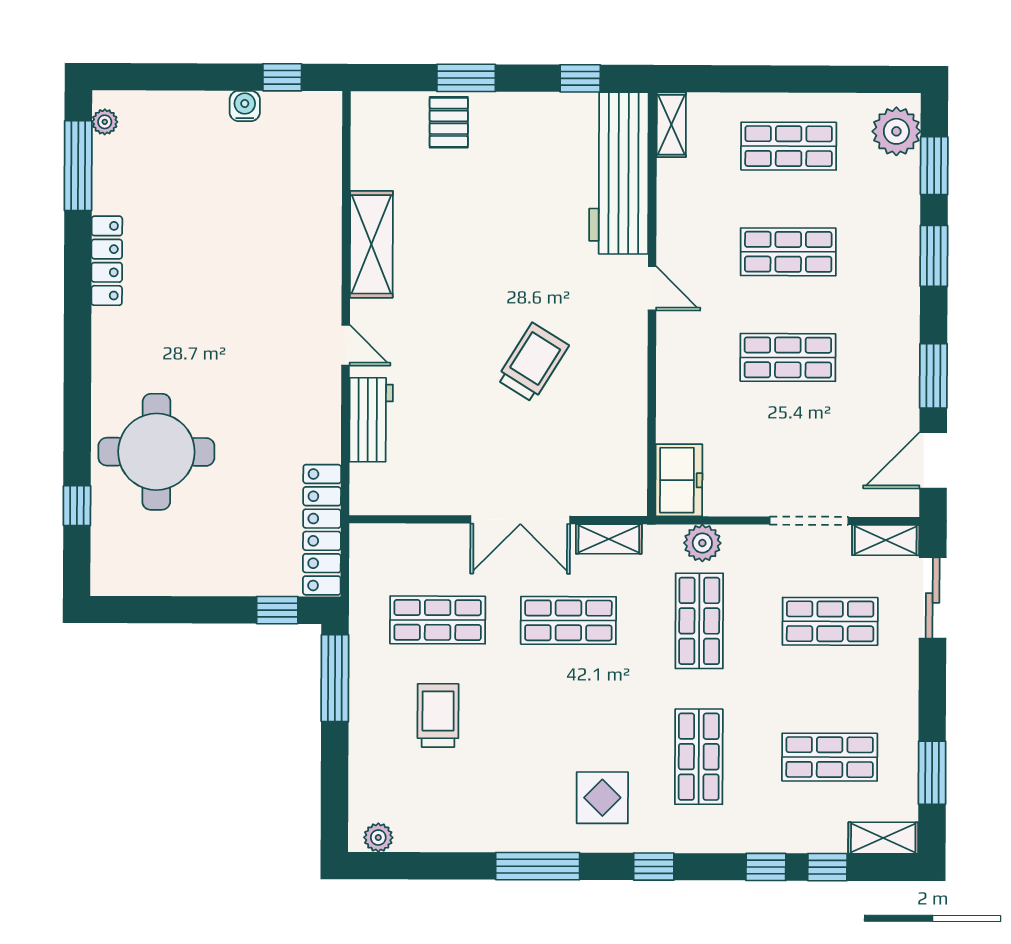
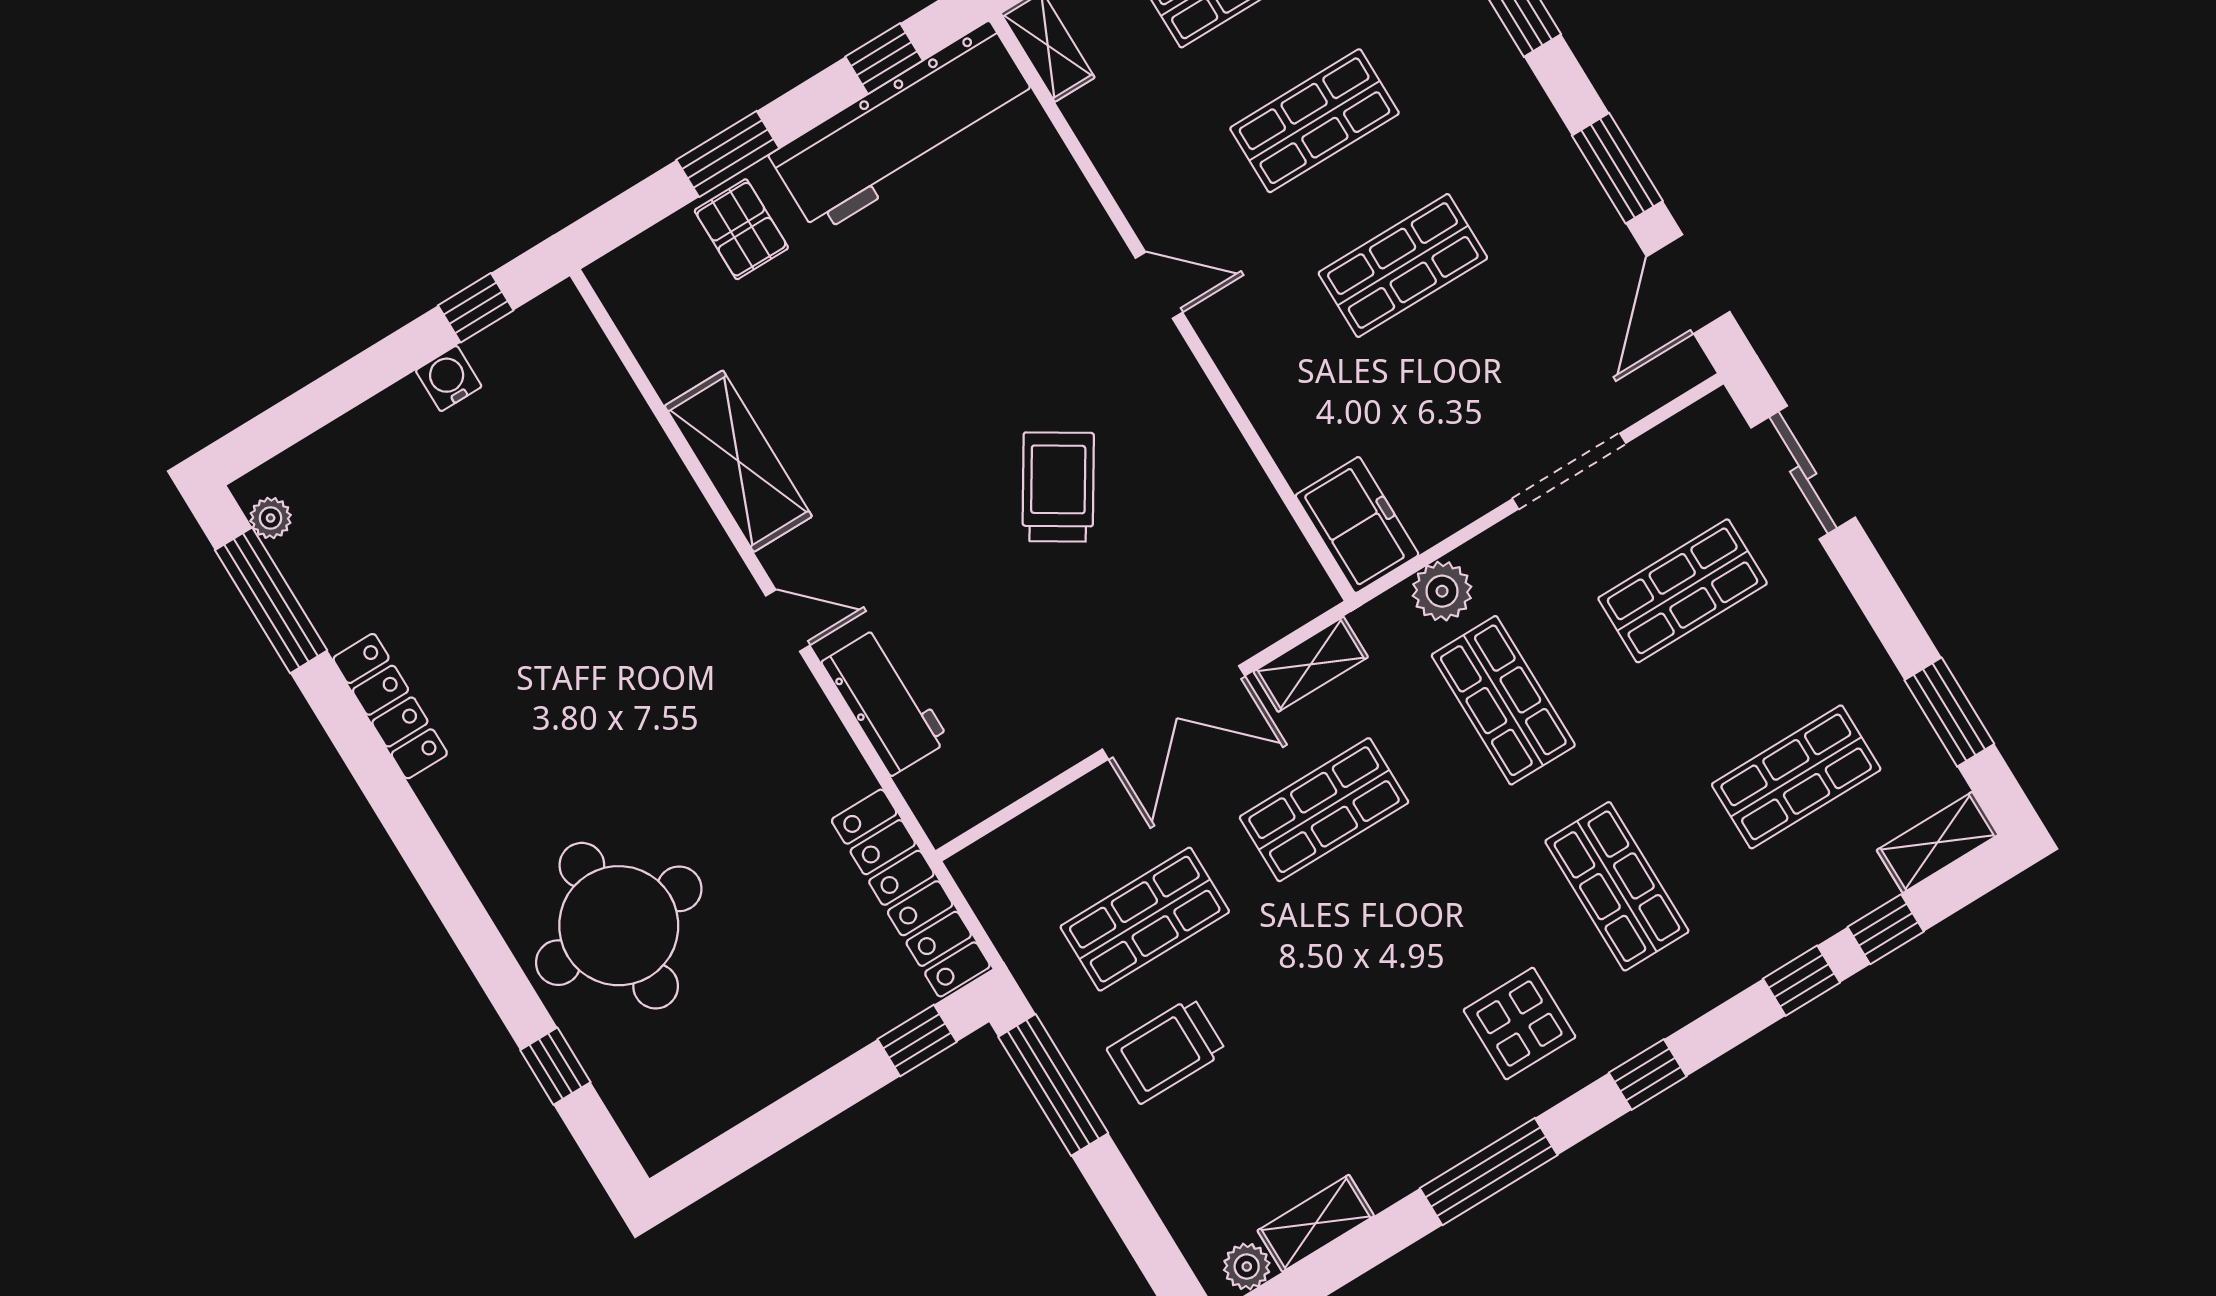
workbench: (619, 173) -> (903, 128), moved, turned -90
shelving: (886, 540) -> (1316, 1223), moved
trolley: (438, 715) -> (1166, 1050), moved, turned -90

